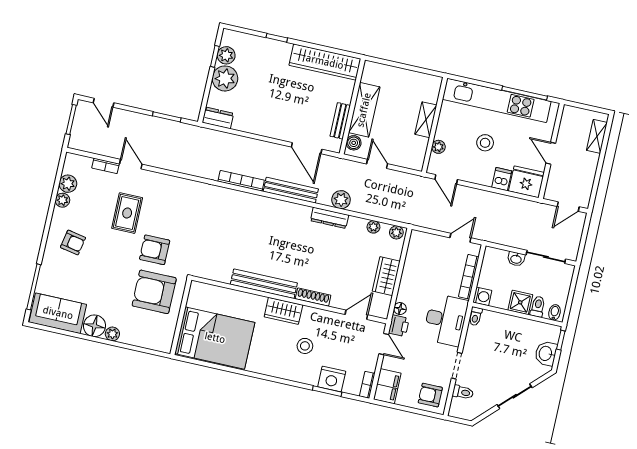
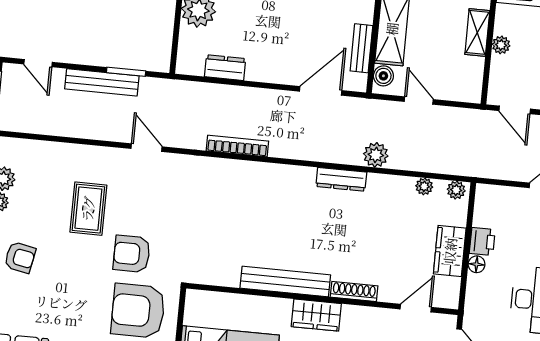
dresser: (218, 118) -> (225, 68), moved
plant: (438, 147) -> (501, 45), moved
door: (307, 148) -> (321, 91), swing flipped
door: (131, 164) -> (146, 148), moved
bookcase: (106, 166) -> (51, 148), removed
bench: (291, 190) -> (102, 82), moved
dresser: (330, 218) -> (341, 179), moved
floor lamp: (400, 309) -> (477, 264), moved
printer: (399, 326) -> (482, 242), moved

